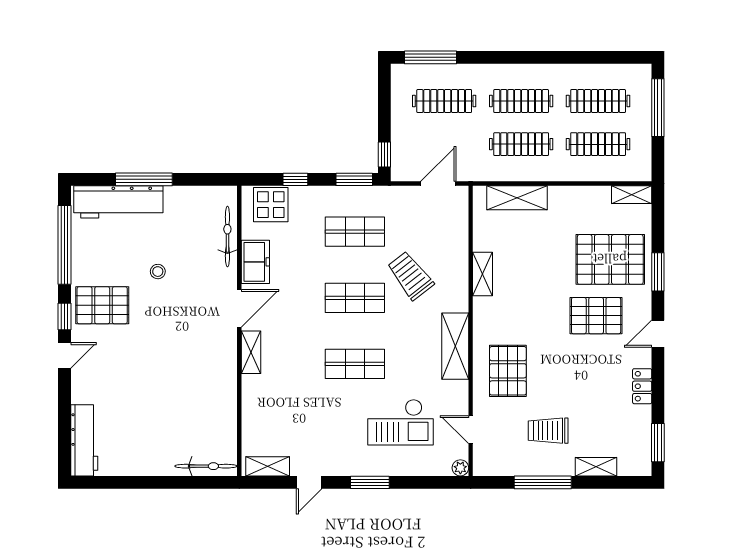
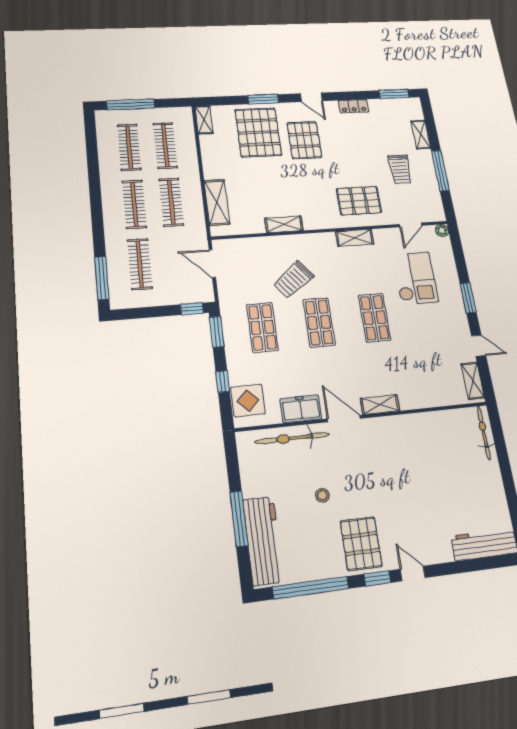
bicycle: (227, 237) -> (292, 438), width x1.37, depth x1.40
shelving: (455, 346) -> (355, 238), width x0.67, depth x0.75

